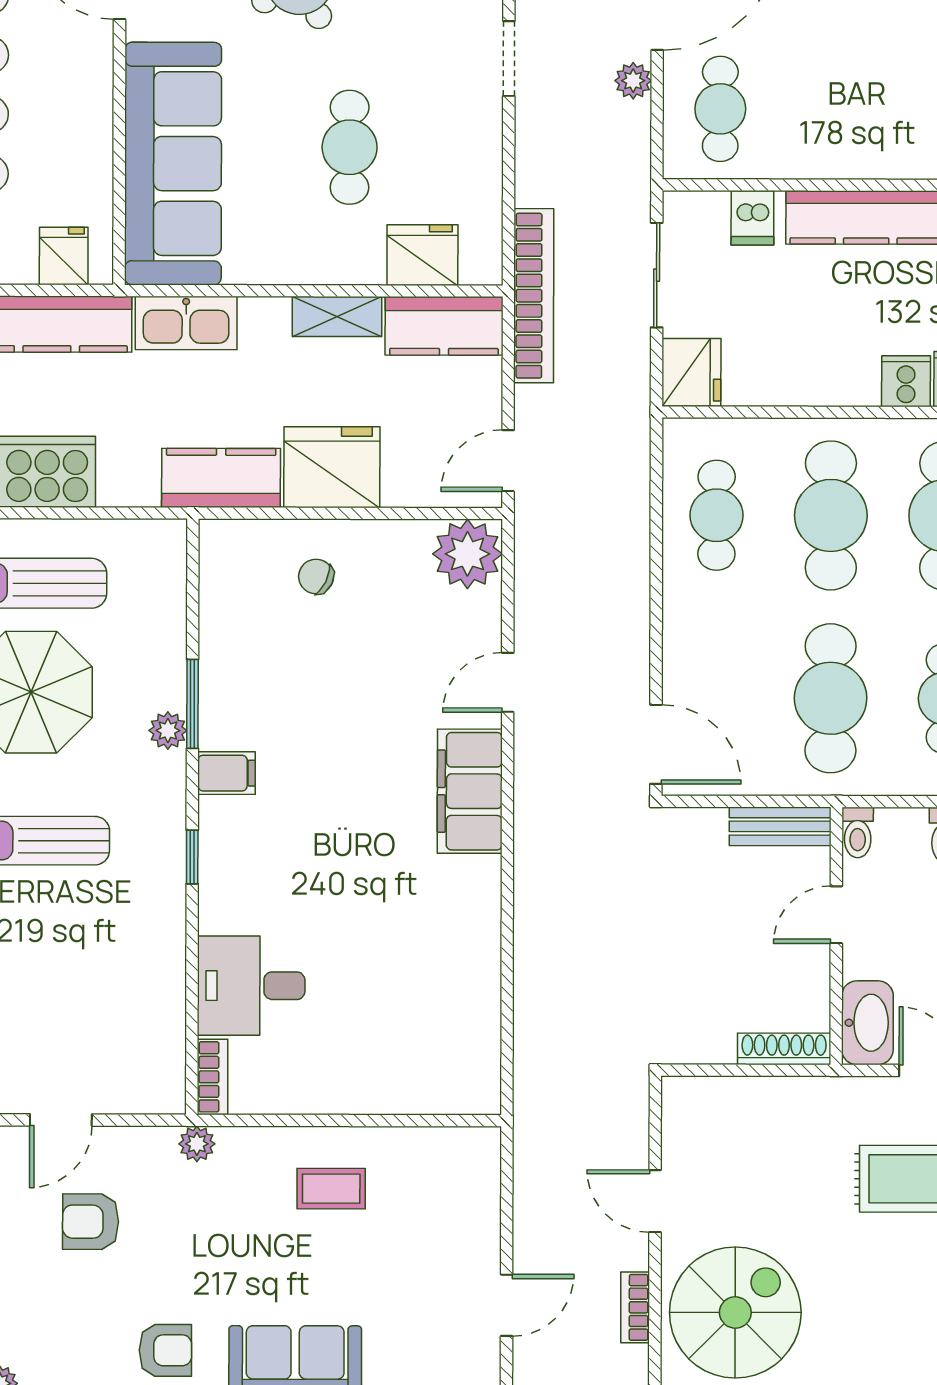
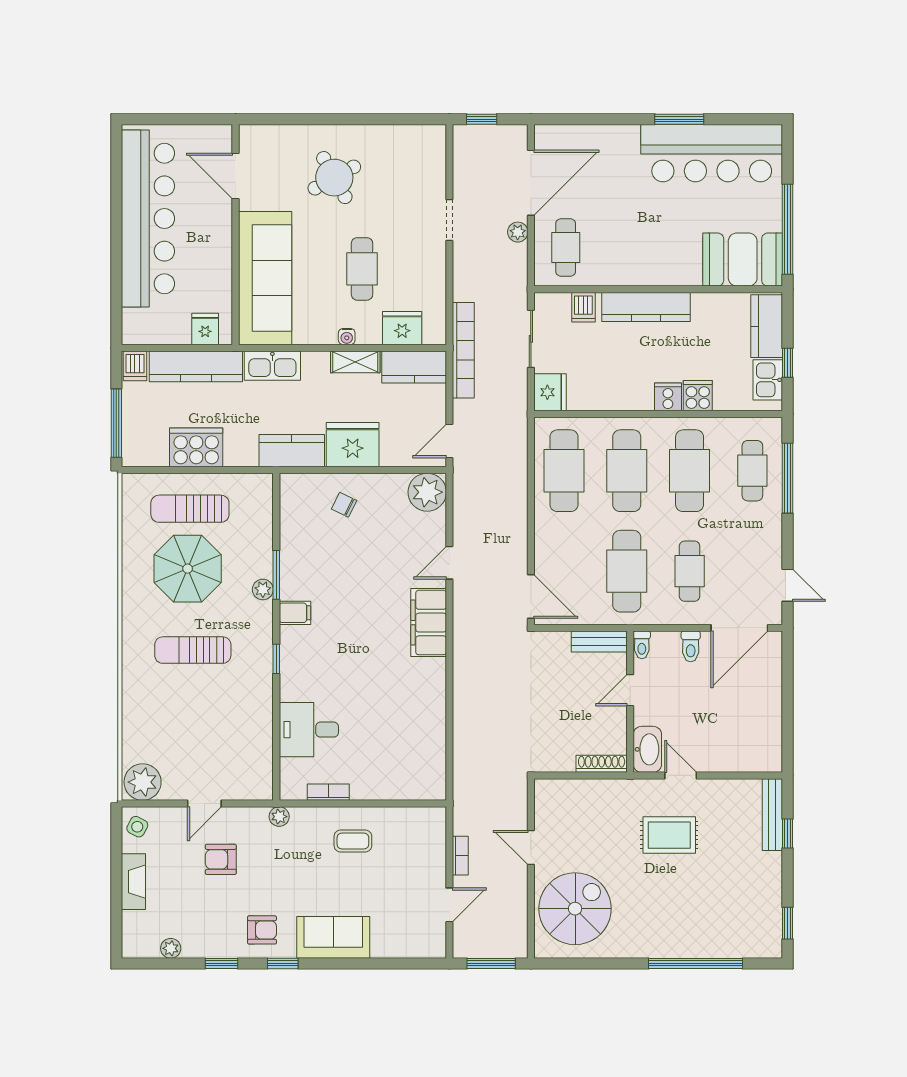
water cooler: (321, 270) -> (347, 337), added
cafe table: (717, 515) -> (564, 471), width x1.37, depth x1.35
bookcase: (213, 1077) -> (328, 792), moved, turned -90
bookcase: (635, 1307) -> (460, 856), moved, turned 180

